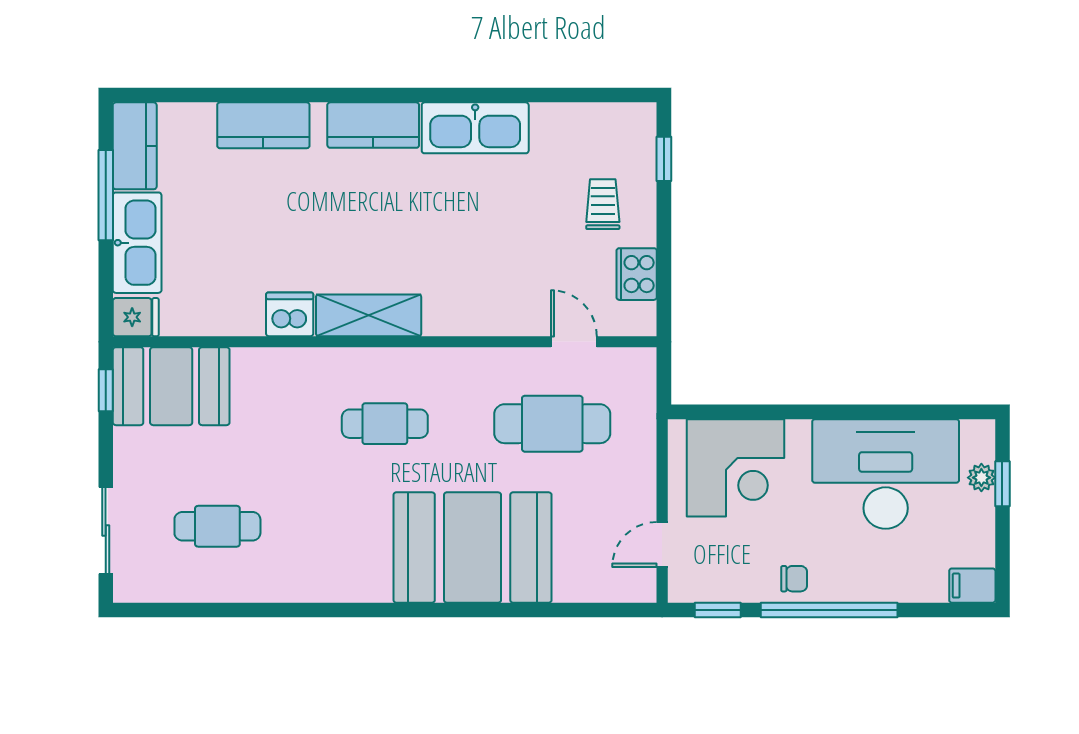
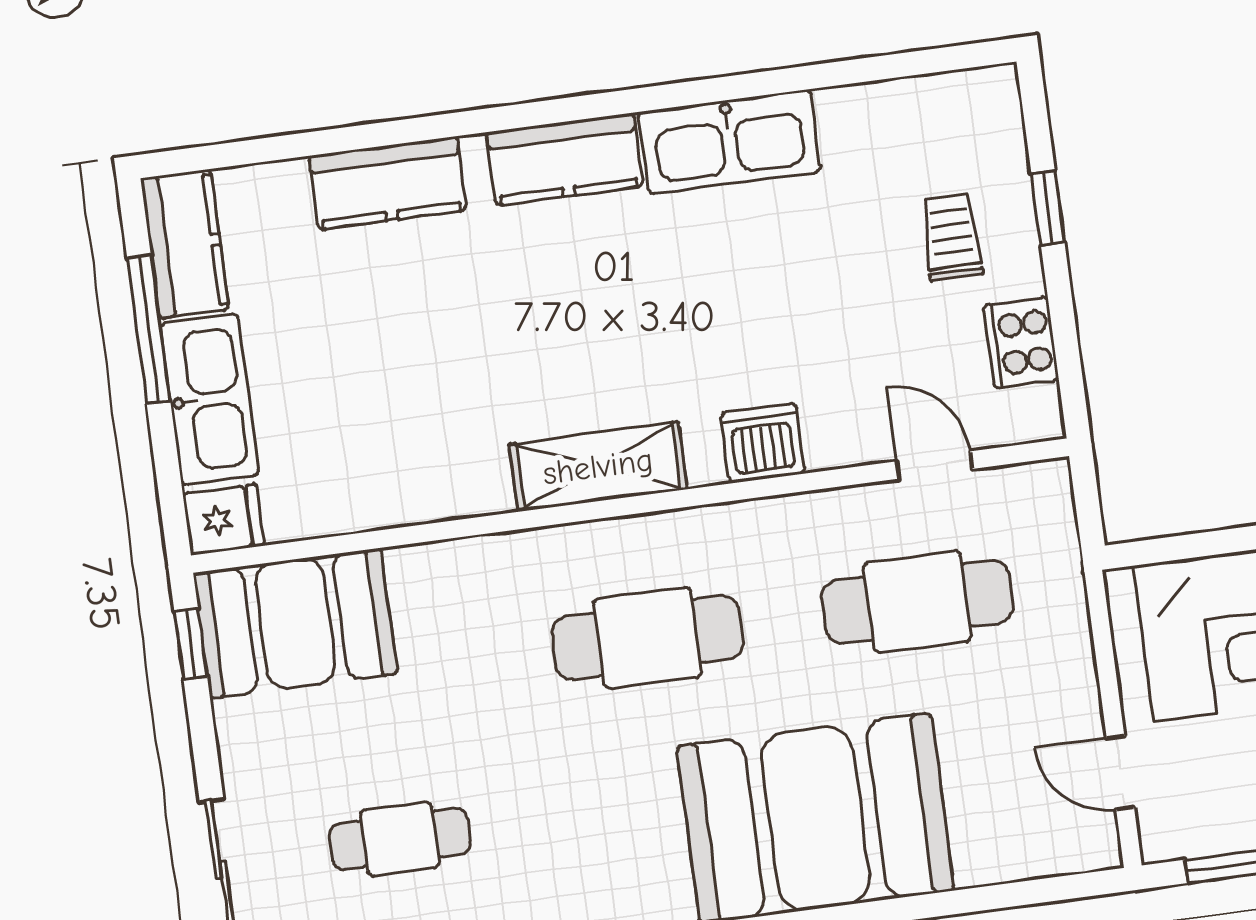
window: (664, 159) -> (1048, 208), moved
dishwasher: (290, 314) -> (763, 443), moved
cafe table: (385, 424) -> (648, 638), width x1.37, depth x1.35
door: (662, 544) -> (1120, 773), hinge flipped

